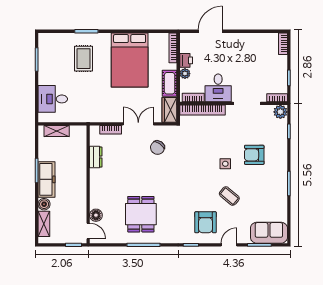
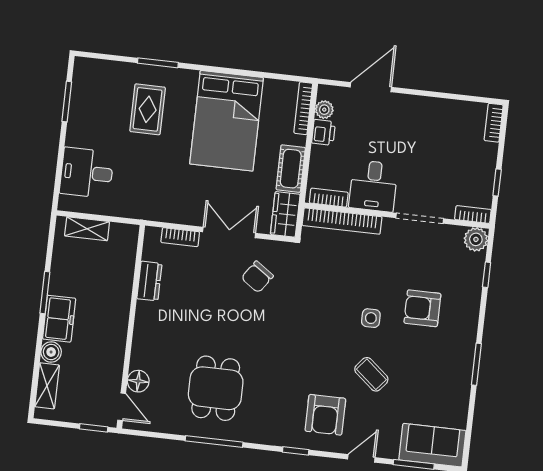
plant: (185, 74) -> (324, 110), moved
freezer: (46, 179) -> (59, 319), width x0.71

